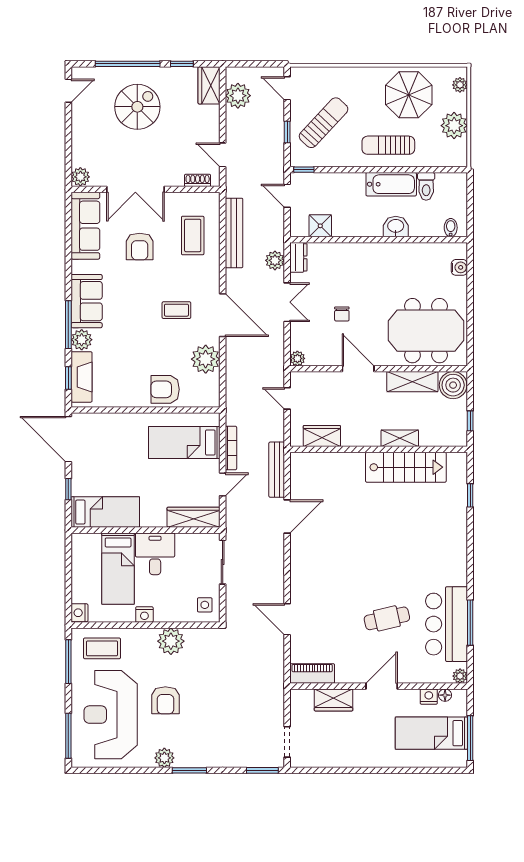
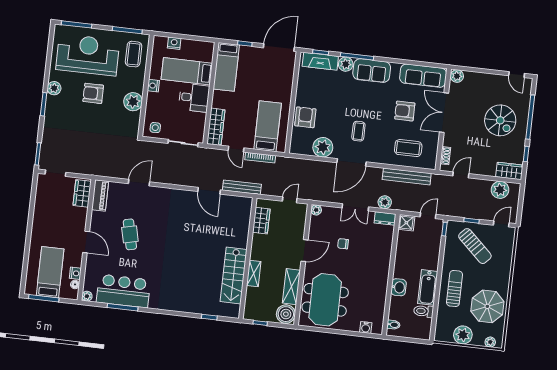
shower: (320, 226) -> (406, 223), moved
nightstand: (79, 613) -> (174, 43), moved
cafe table: (387, 618) -> (130, 234), moved
wardrobe: (334, 700) -> (82, 193), moved

